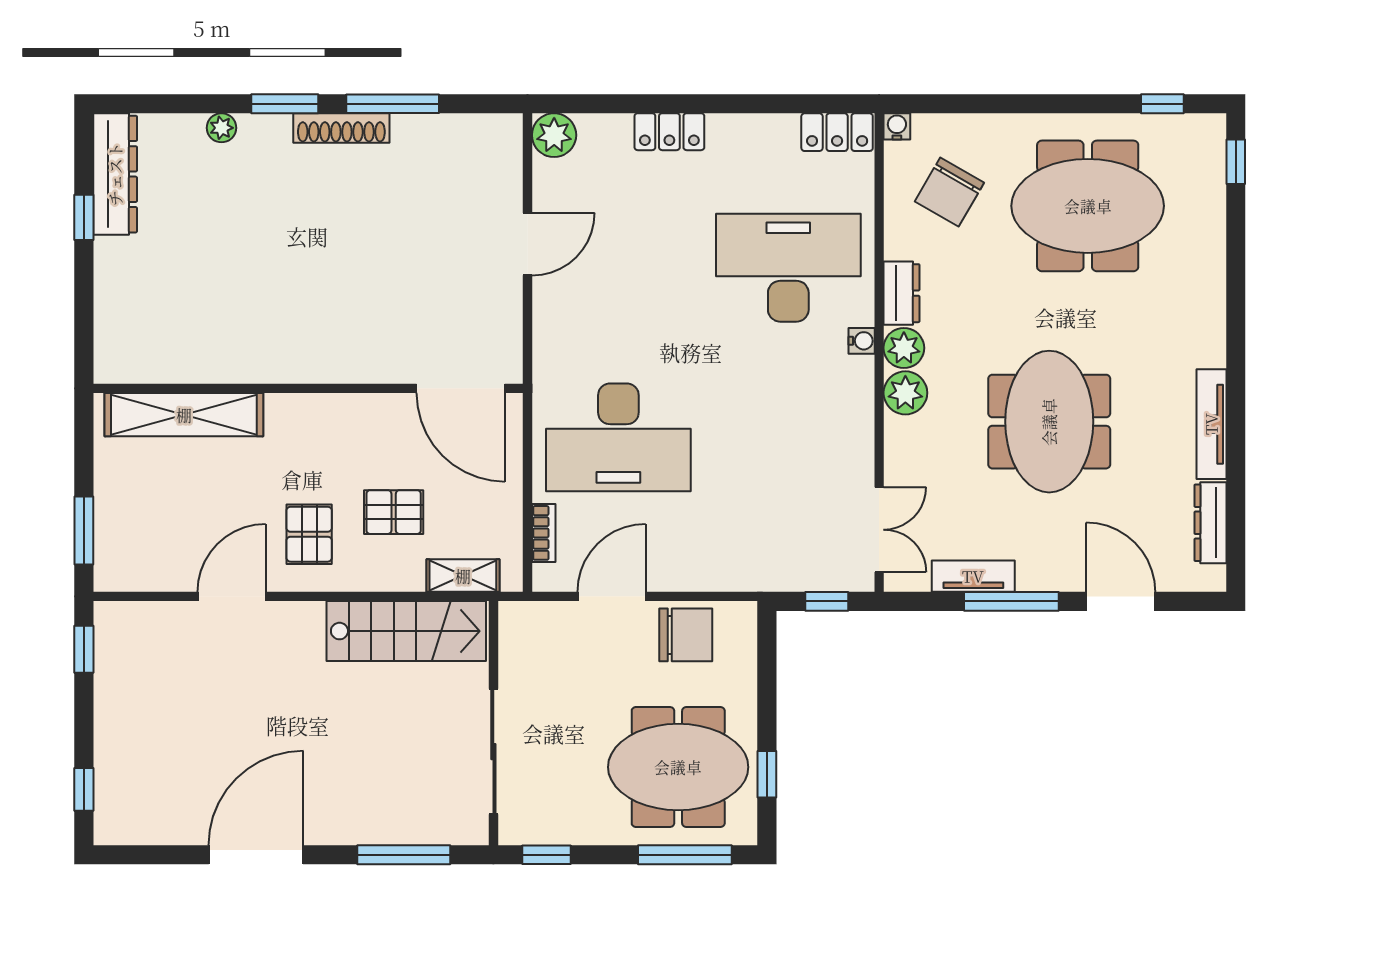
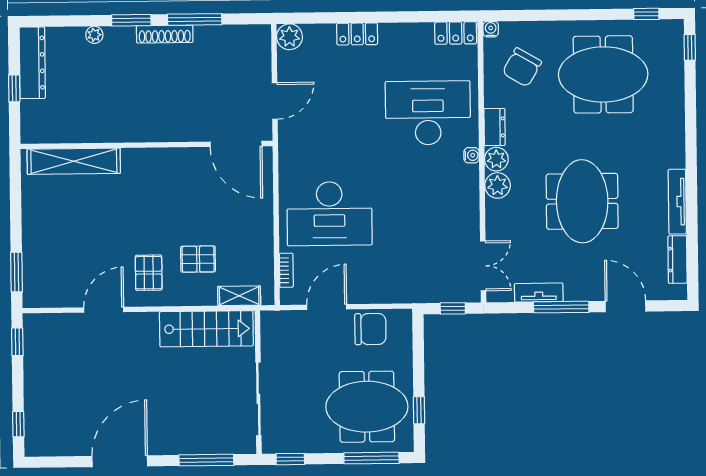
wall: (308, 388) -> (147, 145), moved
door: (461, 388) -> (236, 144), moved
shelving: (184, 415) -> (74, 161), moved

